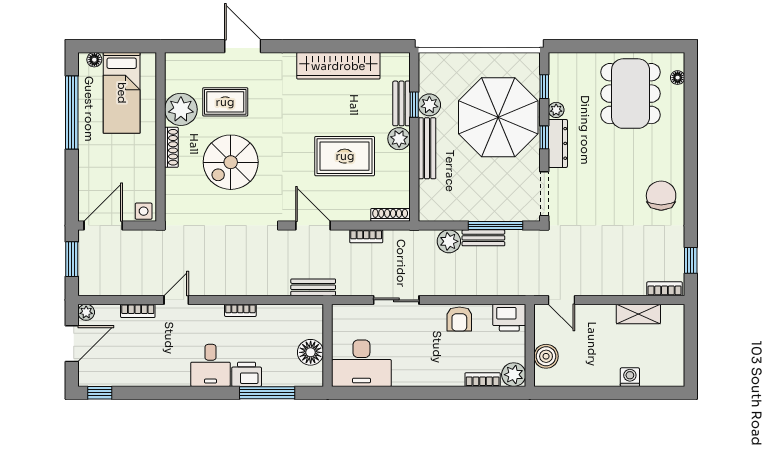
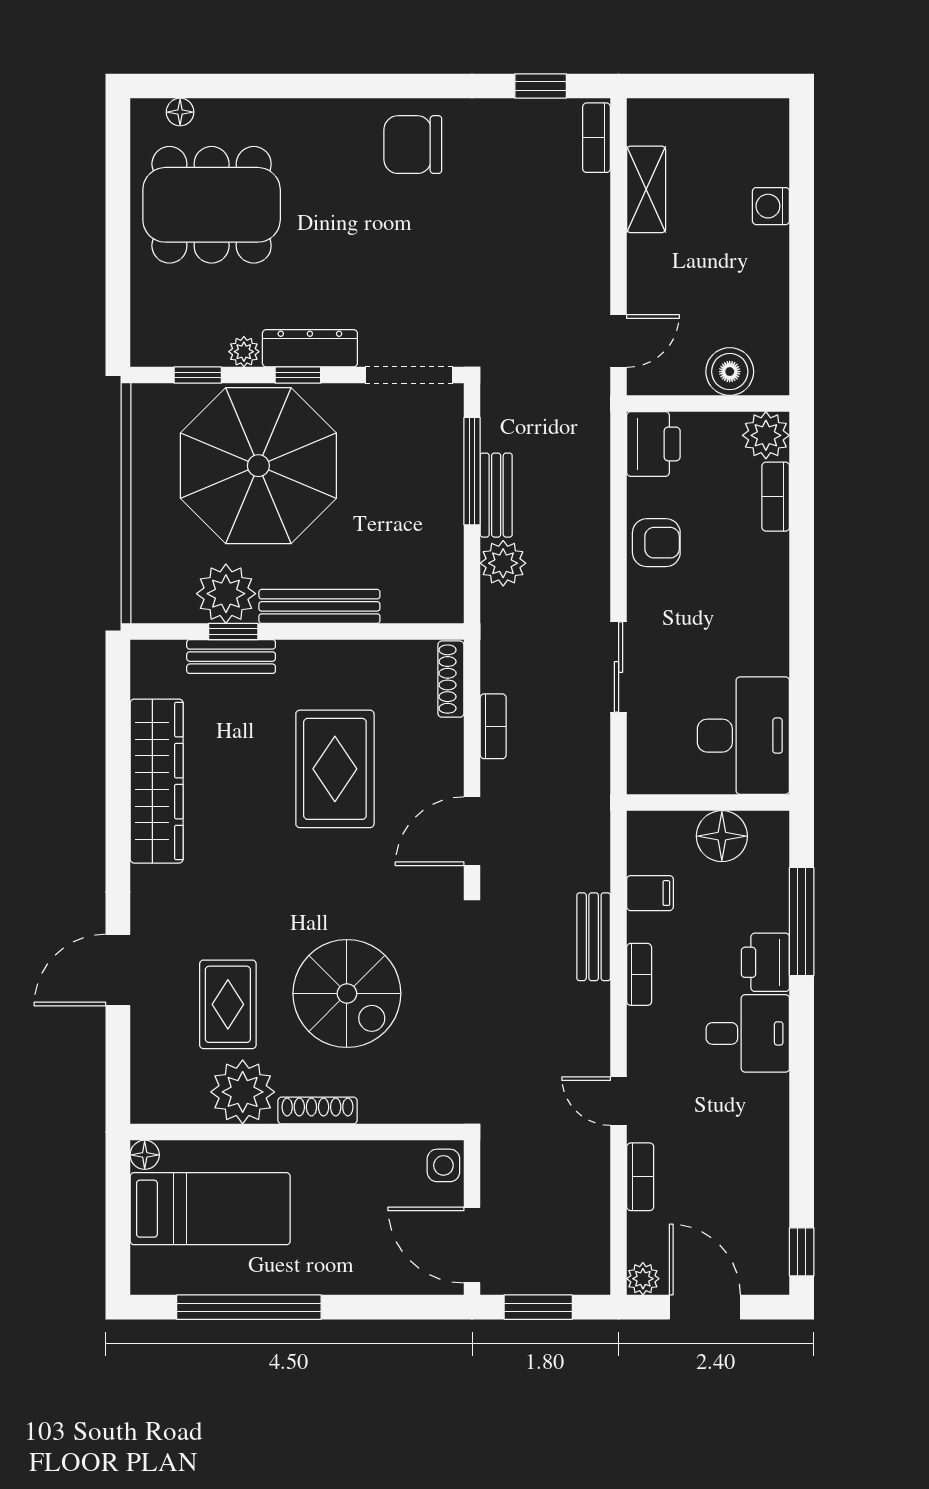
floor lamp: (94, 60) -> (145, 1155), moved
plant: (429, 105) -> (226, 594), width x1.36, depth x1.36
plant: (399, 139) -> (301, 662), removed
bench: (313, 287) -> (594, 937), moved
filing cabinet: (282, 316) -> (650, 893), added

